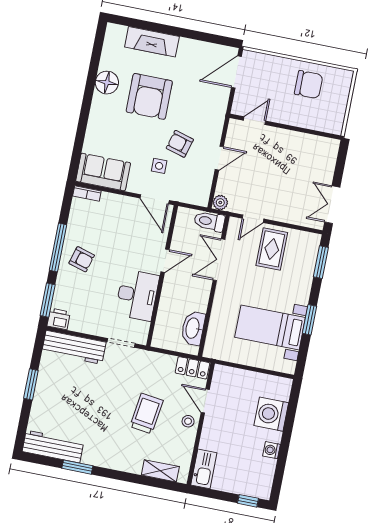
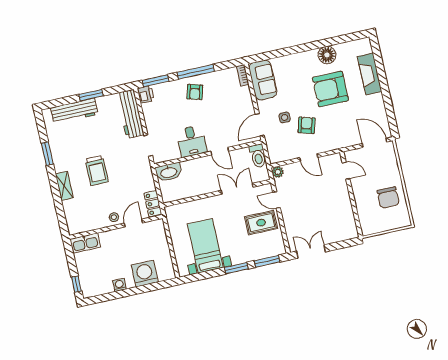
toilet: (209, 221) -> (258, 156), moved, turned 180
desk: (137, 295) -> (192, 141), width x0.73
window: (309, 320) -> (236, 268), moved
washbasin: (193, 328) -> (169, 172), moved, turned 180
trolley: (146, 414) -> (97, 170), moved, turned 82
workbench: (53, 447) -> (74, 111), moved, turned 90
shelving: (160, 471) -> (64, 186), moved

